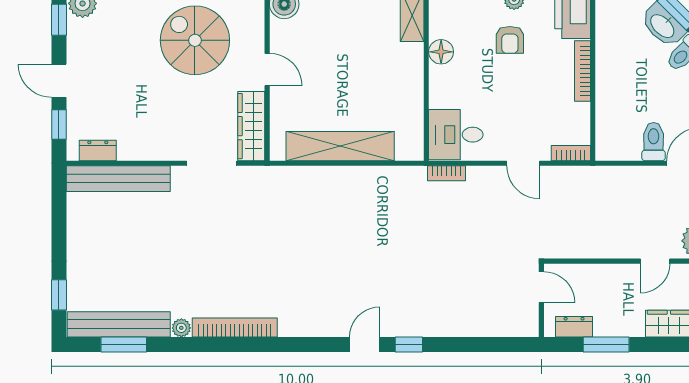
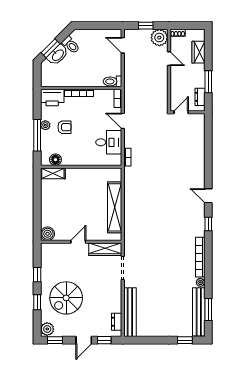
spiral stairs: (195, 40) -> (66, 298), moved
floor lamp: (441, 52) -> (55, 160), moved
desk: (456, 135) -> (109, 142), moved, turned -90
toilet: (654, 142) -> (112, 81), moved
door: (523, 163) -> (123, 121), swing flipped
window: (409, 344) -> (208, 224), moved

